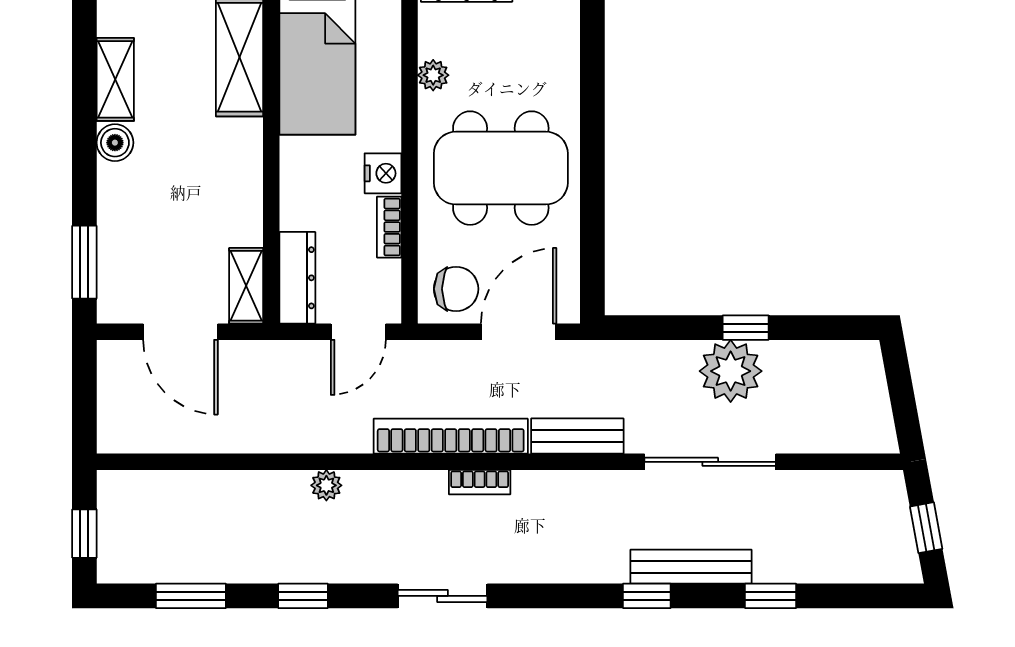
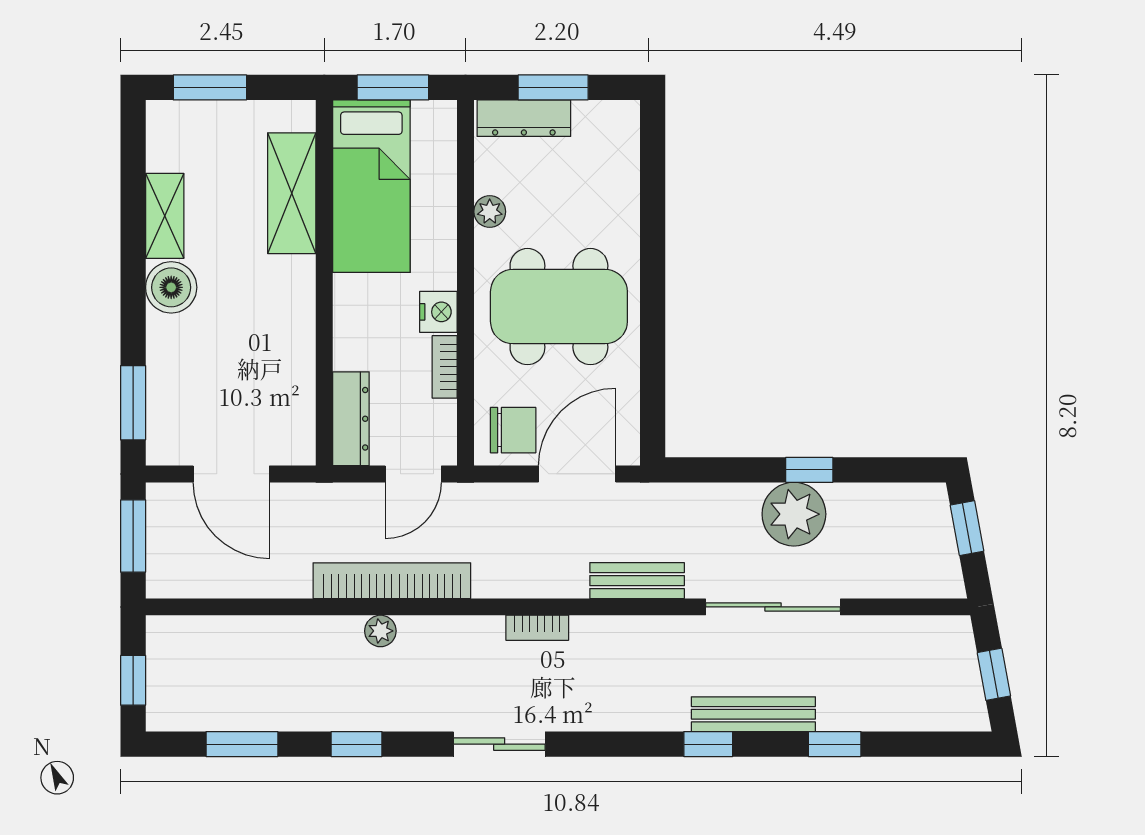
boiler: (115, 143) -> (171, 287), width x1.36, depth x1.36
shelving: (246, 286) -> (298, 427), removed
window: (900, 385) -> (967, 528), added
window: (84, 393) -> (133, 536), added
bookcase: (451, 436) -> (392, 581), moved

